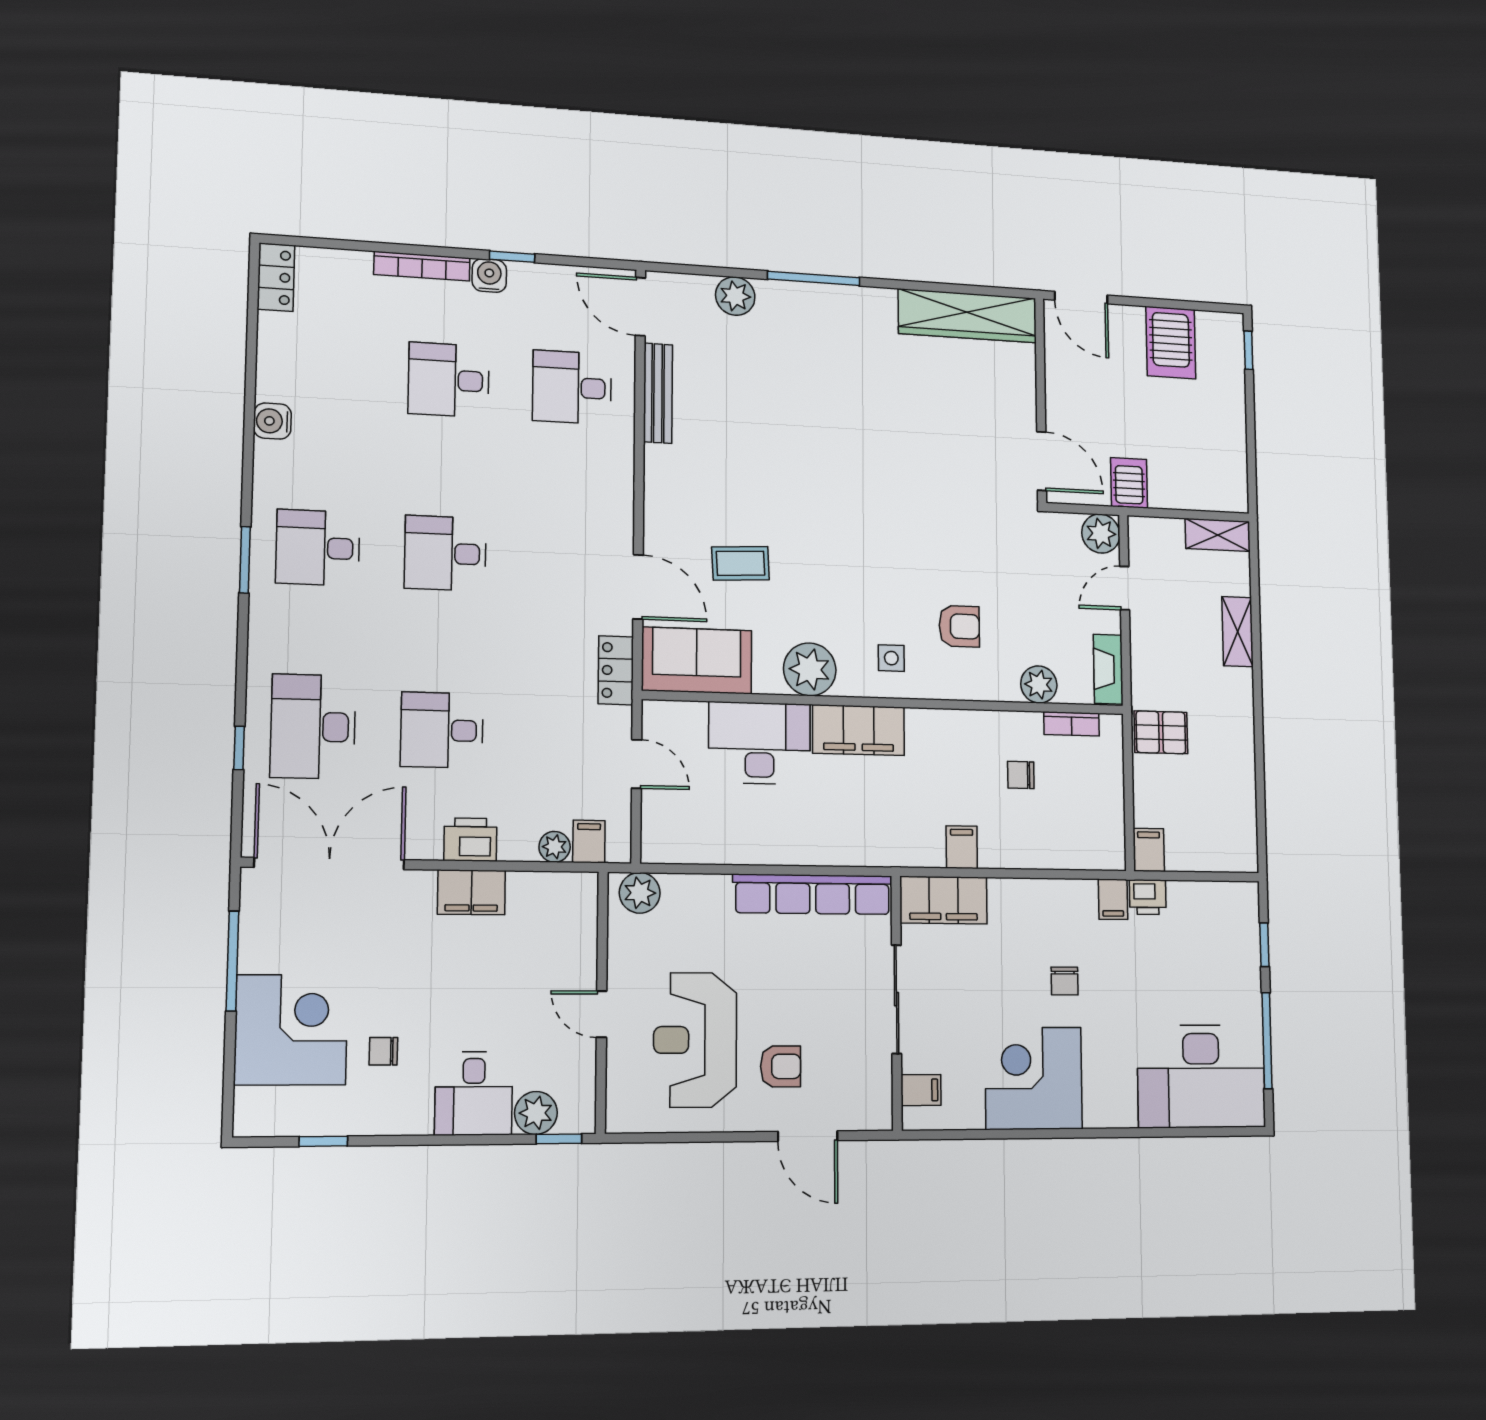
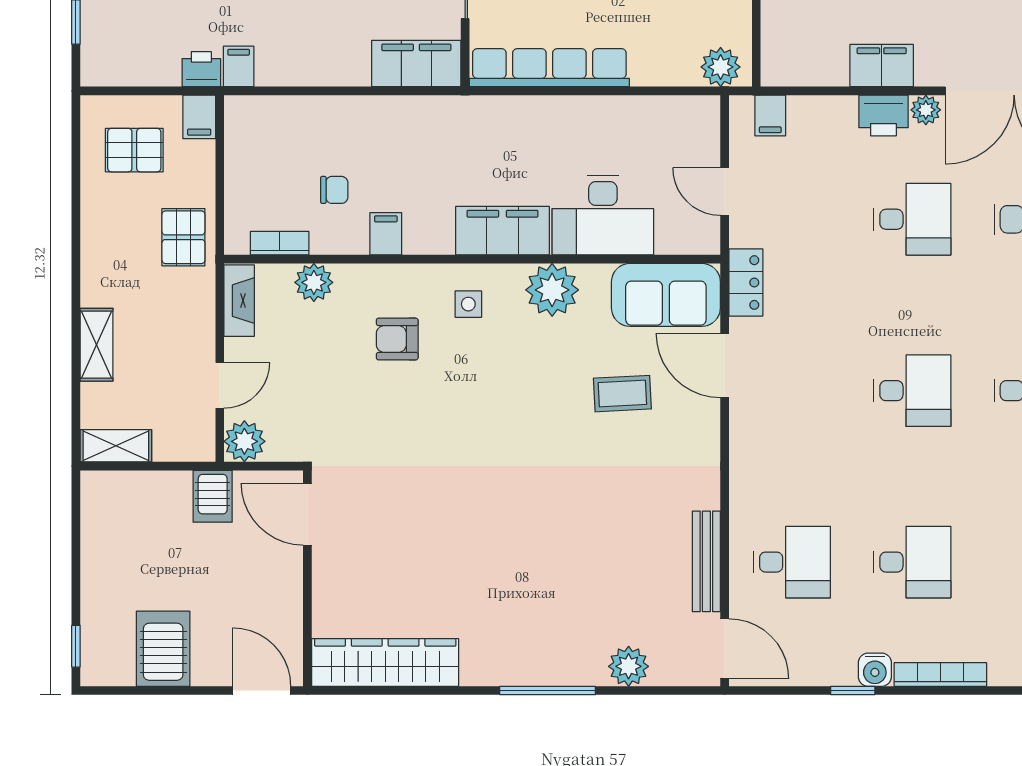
pallet: (1161, 732) -> (183, 237), turned 90
pallet: (1208, 818) -> (134, 150), added
plant: (555, 847) -> (926, 110), moved
filing cabinet: (962, 847) -> (386, 234), moved, turned 180

